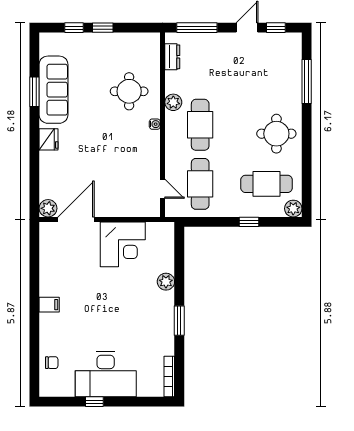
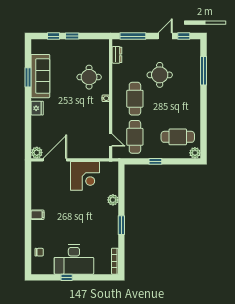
plant: (173, 102) -> (118, 84), removed
round table: (276, 134) -> (160, 75), moved
window: (249, 222) -> (155, 161), moved

